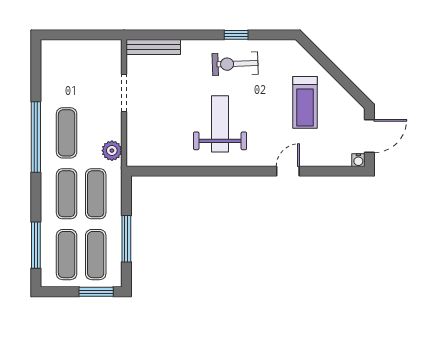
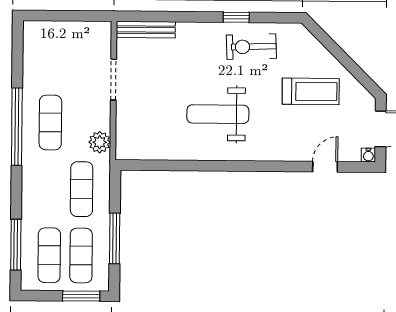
exercise bike: (235, 64) -> (251, 47), moved
treadmill: (305, 102) -> (311, 91), turned -90
weight bench: (220, 124) -> (218, 114), turned -90
door: (288, 171) -> (325, 167), moved
exercise mat: (67, 194) -> (50, 189), removed

